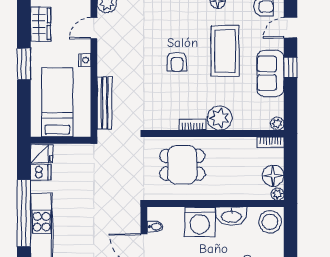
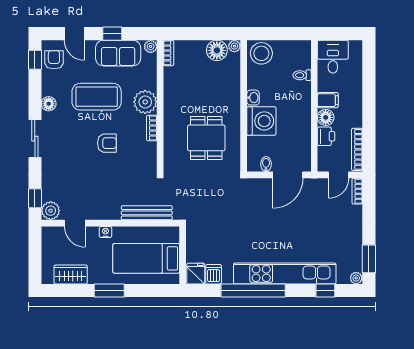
plant: (220, 118) -> (145, 102), moved
plant: (277, 124) -> (151, 46), moved
bookcase: (193, 125) -> (152, 128), moved
wall: (215, 134) -> (160, 106), moved
bookcase: (270, 142) -> (169, 53), moved
washbasin: (231, 216) -> (253, 98), width x0.52, depth x0.69

